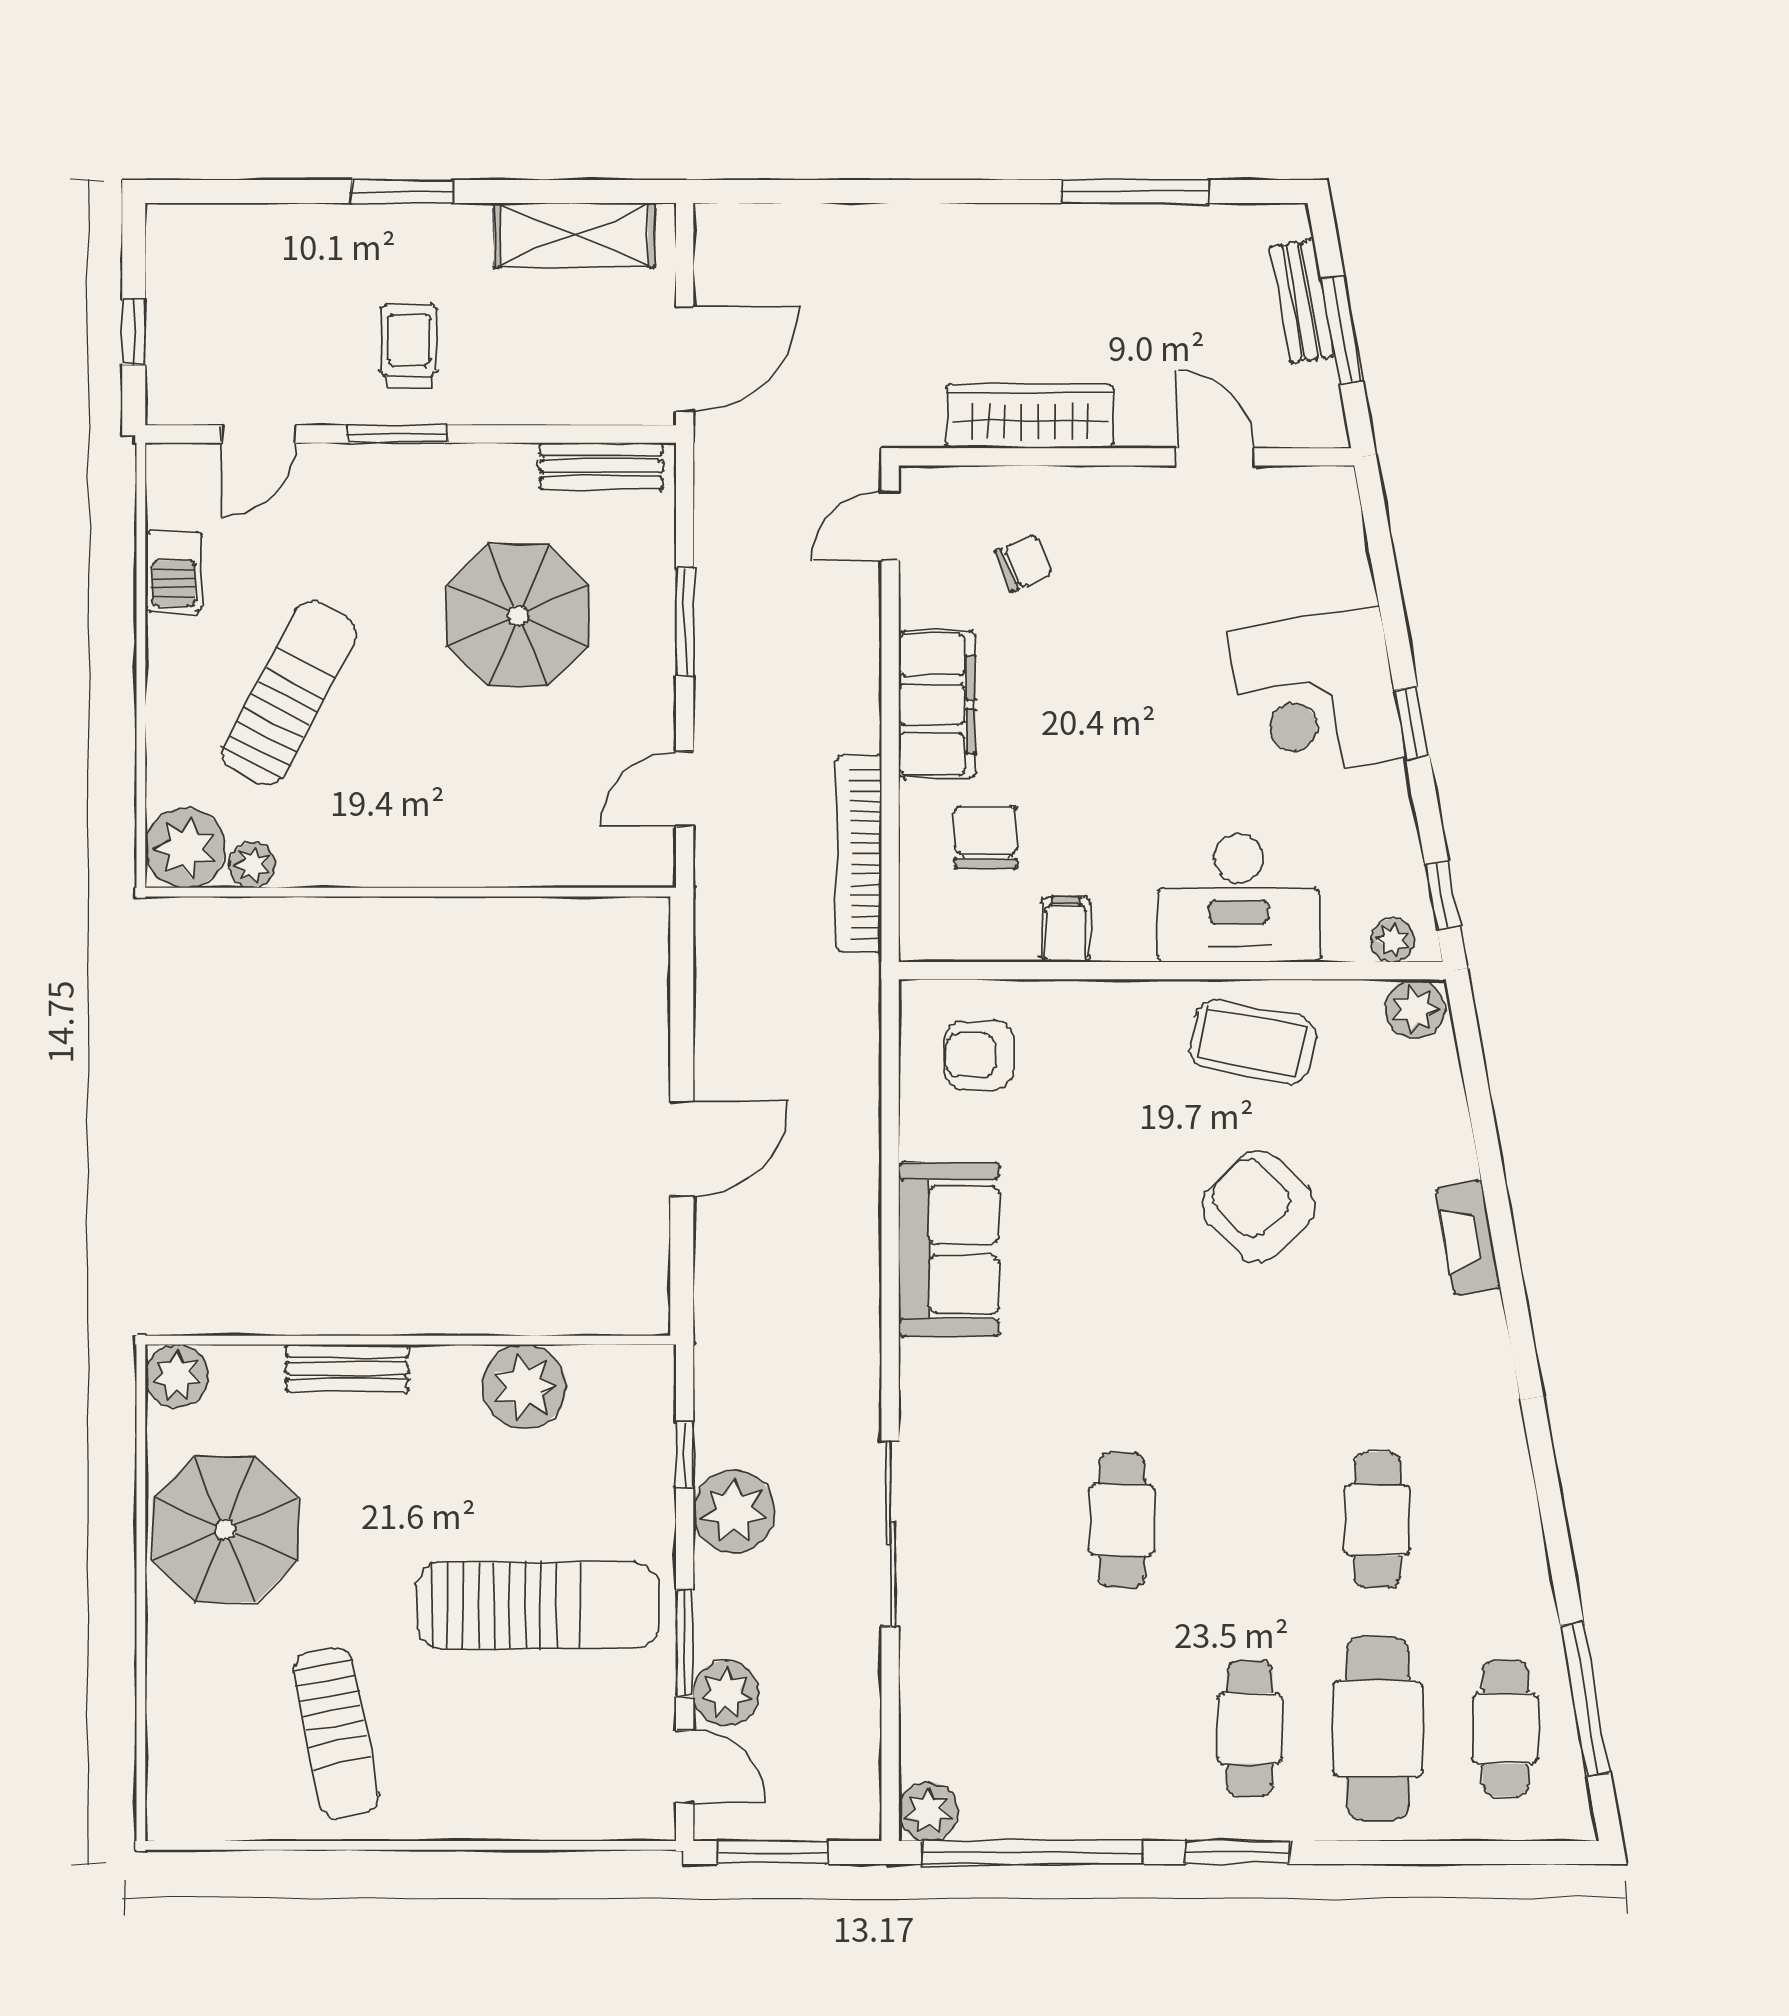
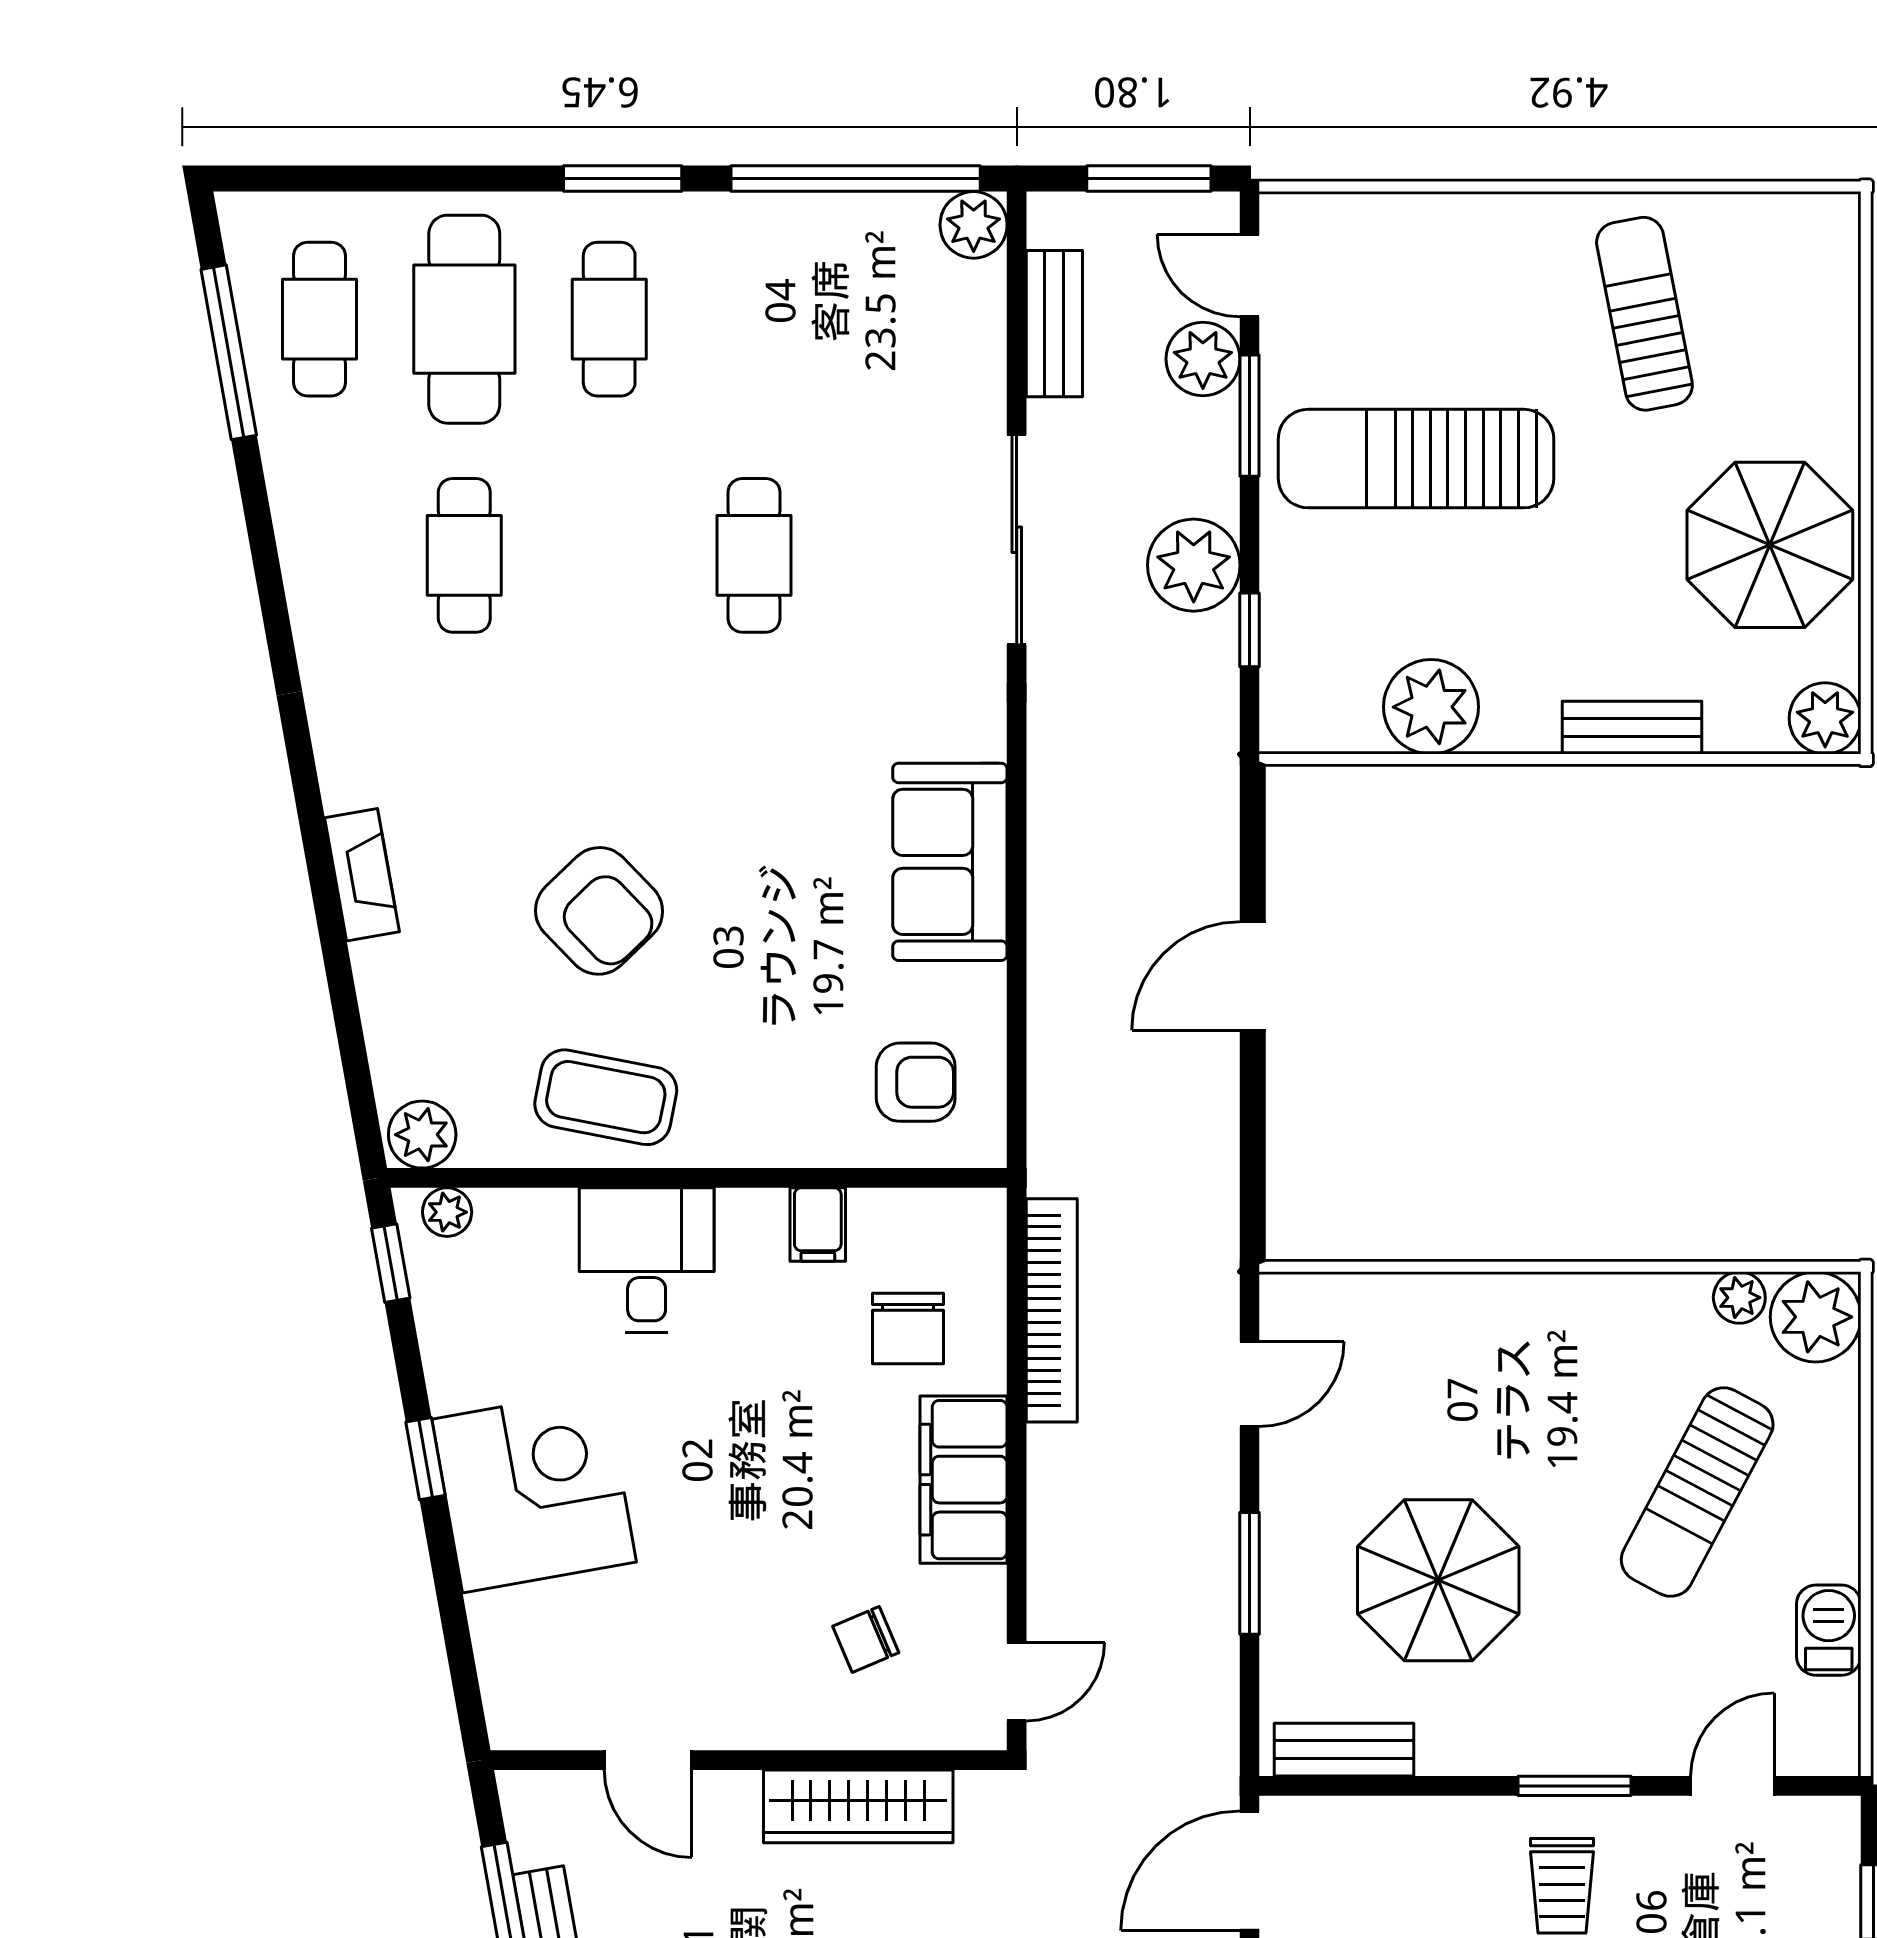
desk: (1239, 898) -> (647, 1260), width x0.73
bench: (857, 1724) -> (1054, 324), added

